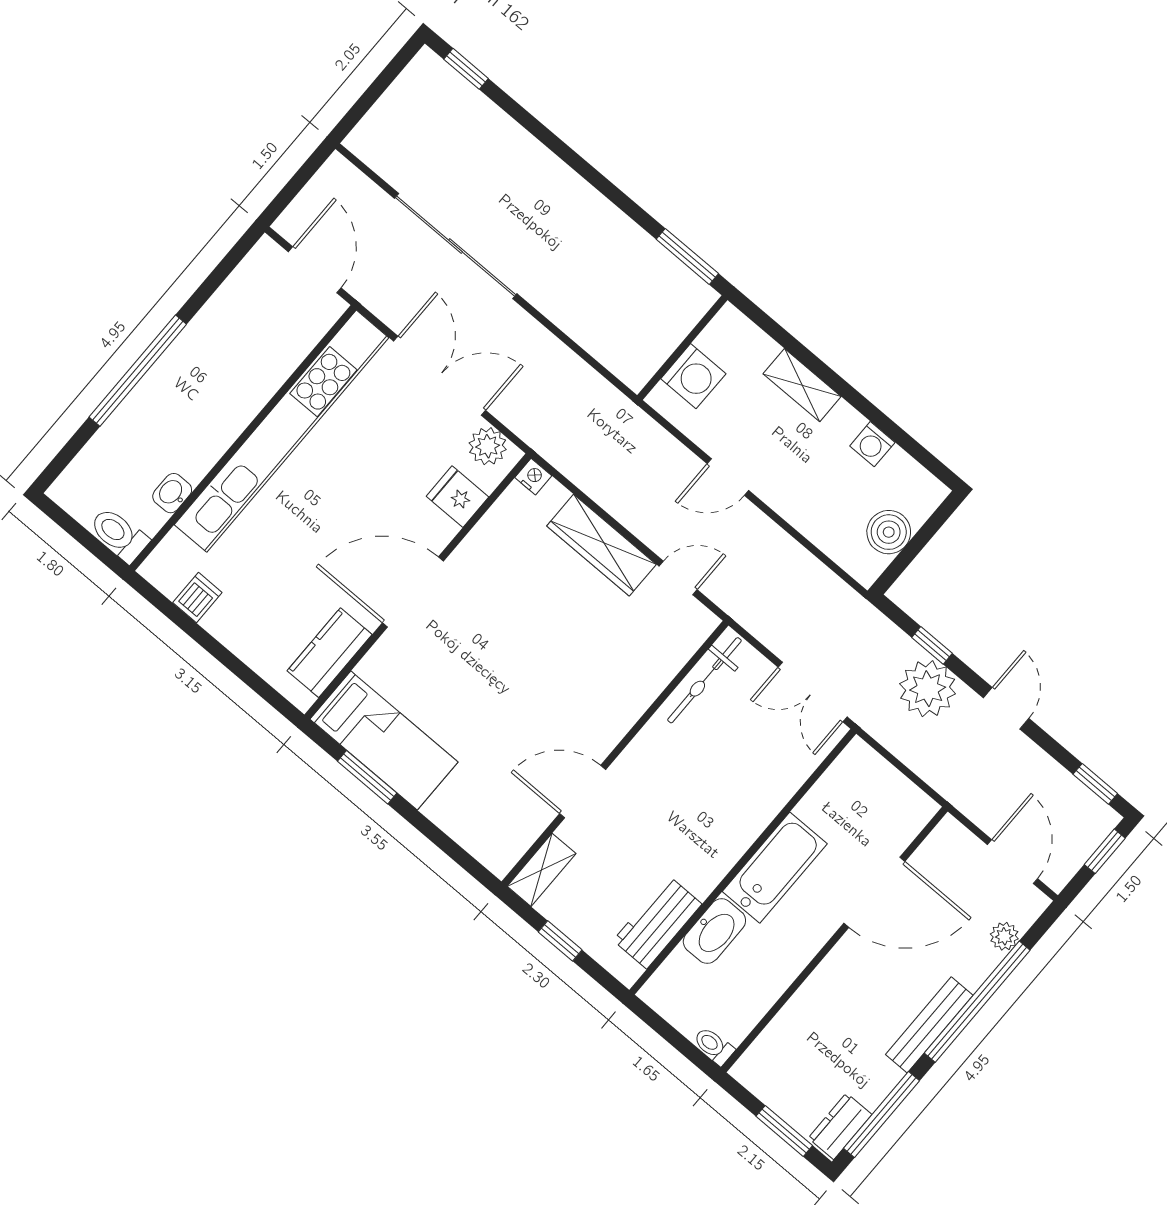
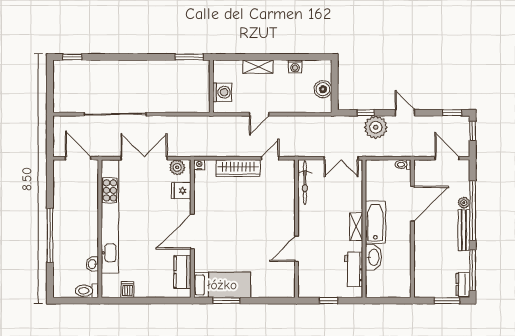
shelving: (542, 870) -> (356, 226), moved
plant: (1004, 936) -> (464, 203), moved
toilet: (714, 1046) -> (403, 165), moved

